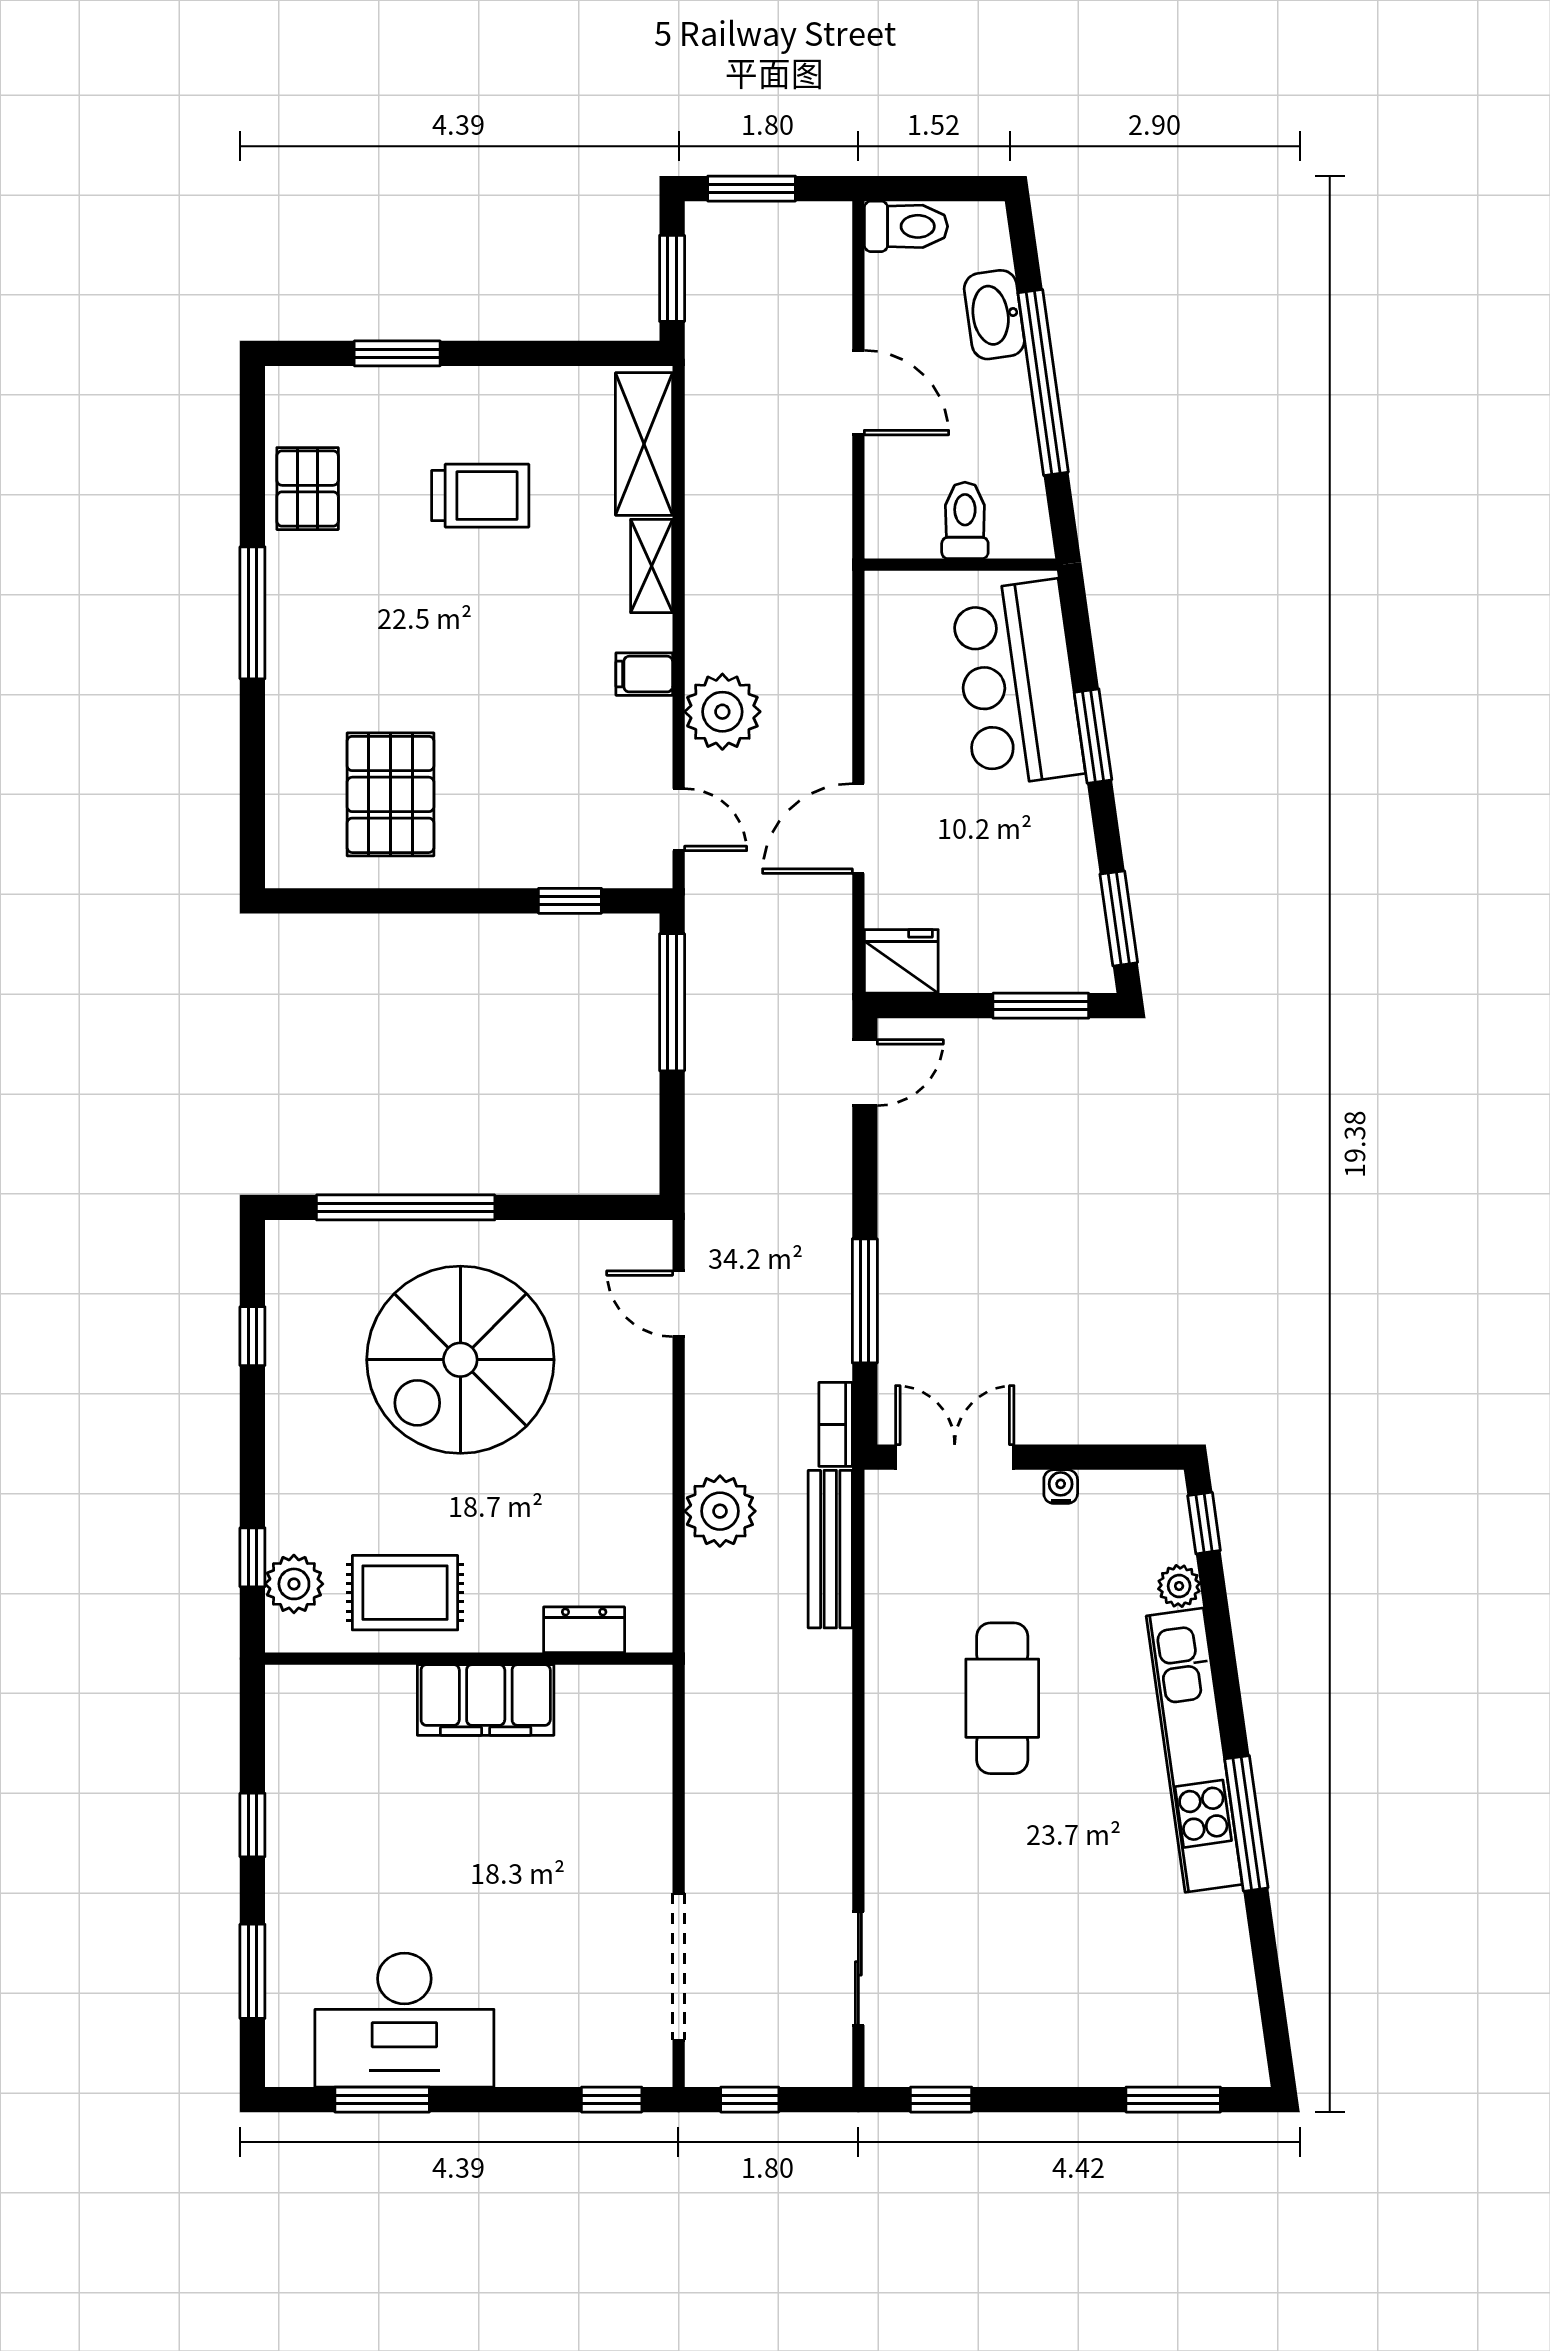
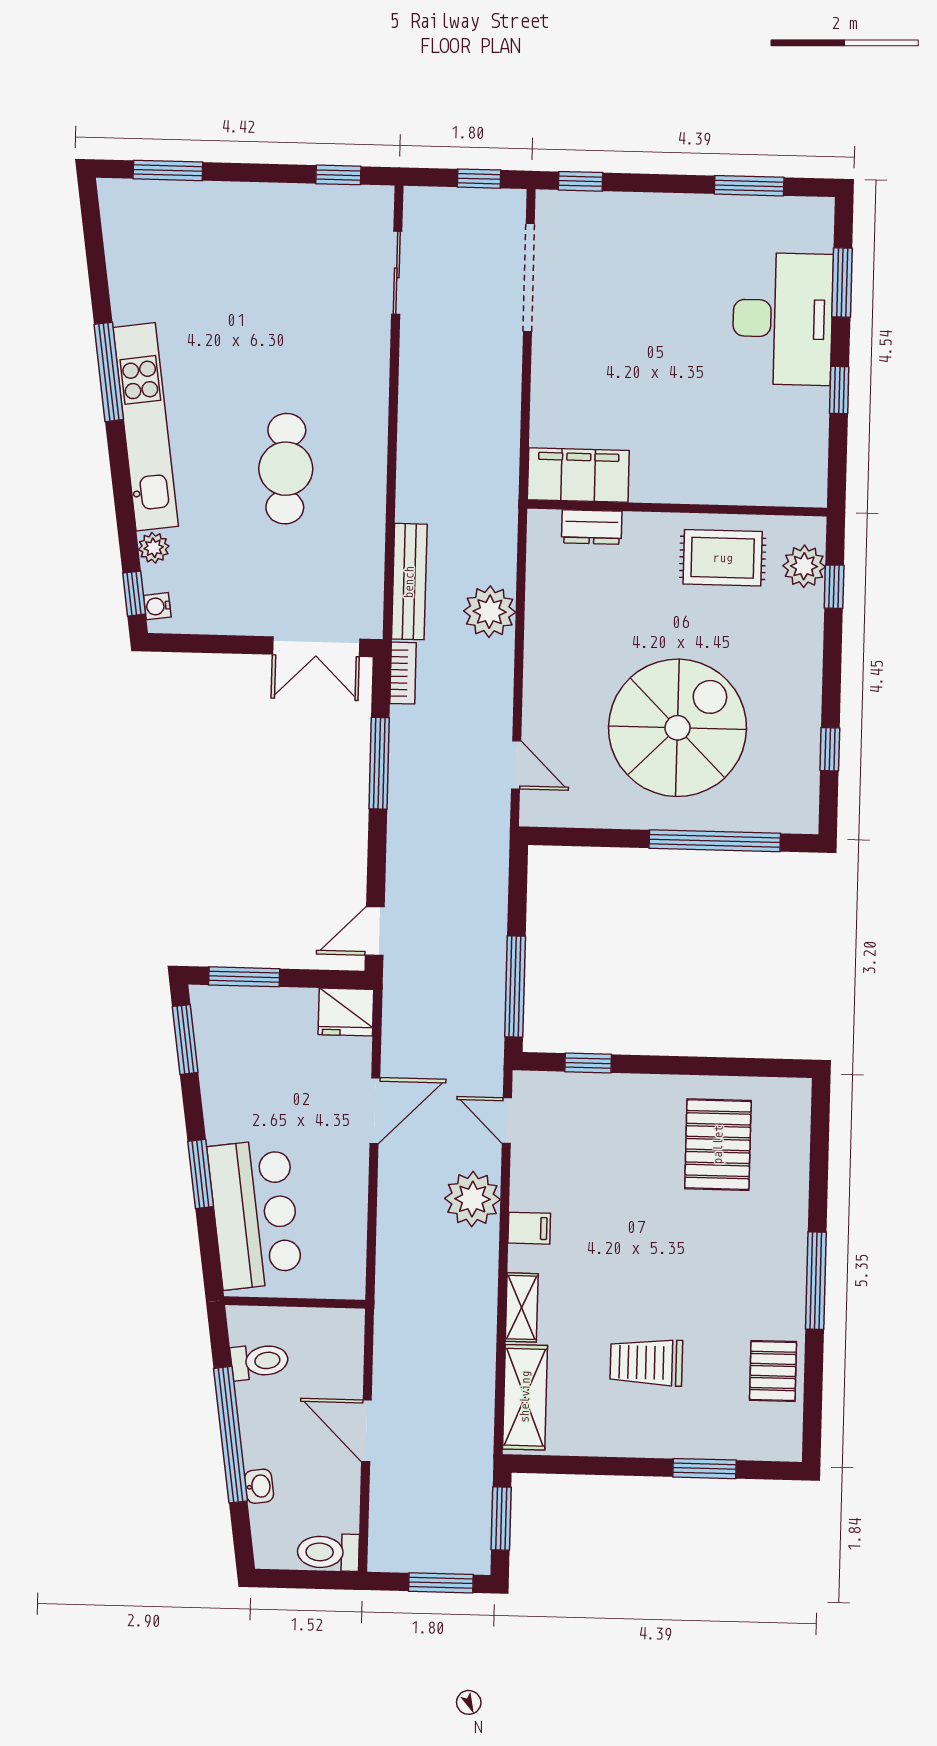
washbasin: (994, 315) -> (259, 1486), width x0.52, depth x0.69
toilet: (965, 520) -> (260, 1361), moved, turned -98
water cooler: (1061, 1487) -> (157, 606), moved, turned 82
filing cabinet: (486, 1700) -> (578, 475), moved
desk: (404, 2020) -> (783, 319), moved, turned 90

